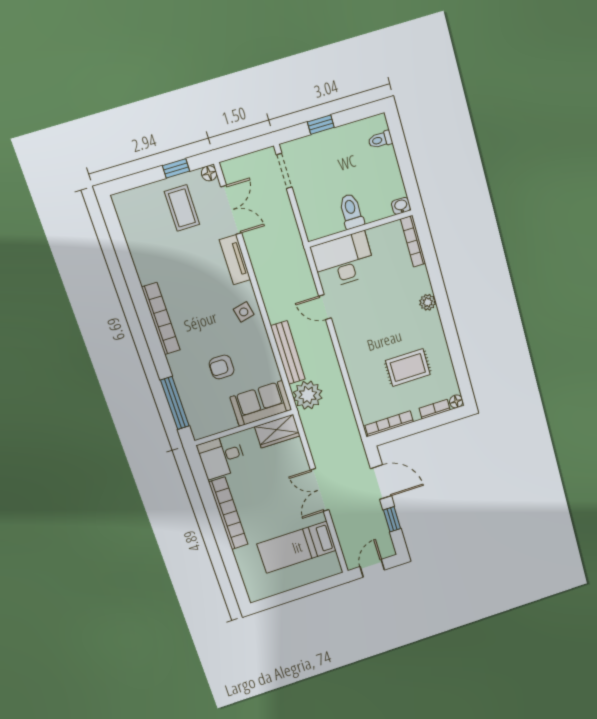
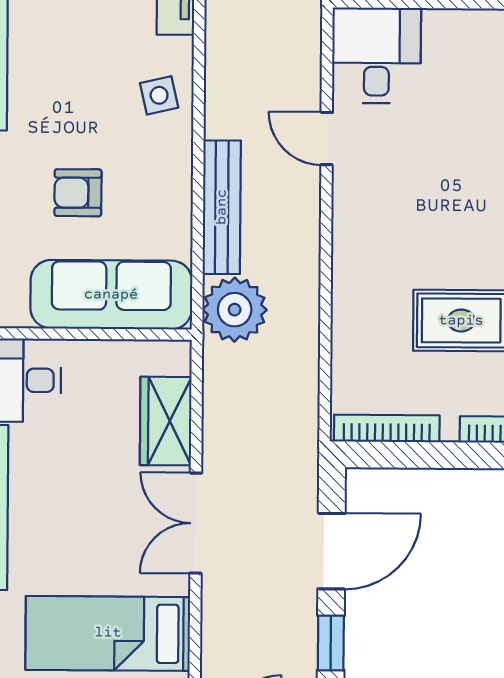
desk: (343, 260) -> (377, 55), width x0.73
sofa: (261, 403) -> (111, 295), width x1.36
wardrobe: (277, 431) -> (166, 421), moved, turned 90
door: (381, 482) -> (331, 551), hinge flipped

